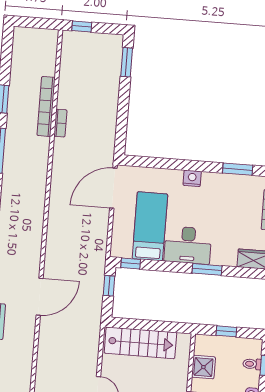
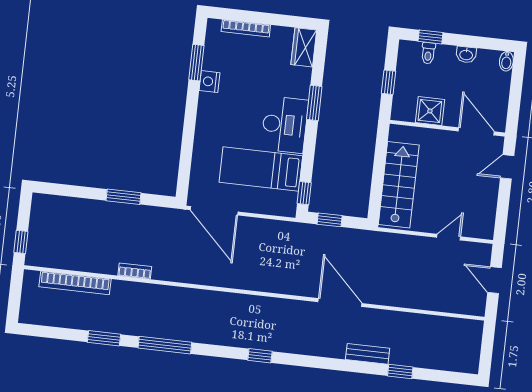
window: (127, 62) -> (123, 197), moved
bookcase: (46, 106) -> (75, 283), moved
nightstand: (192, 178) -> (210, 82), moved

